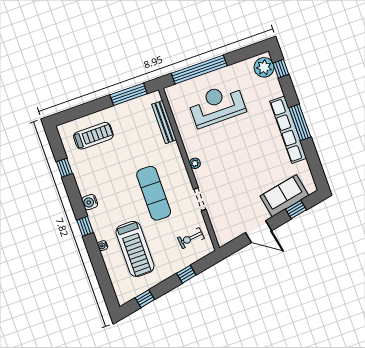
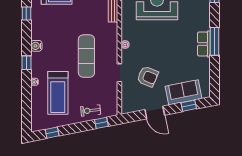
row of seats: (288, 130) -> (204, 44), width x0.50
armchair: (235, 192) -> (148, 77), added
exercise bike: (191, 238) -> (91, 110), moved
window: (186, 274) -> (101, 123), moved

